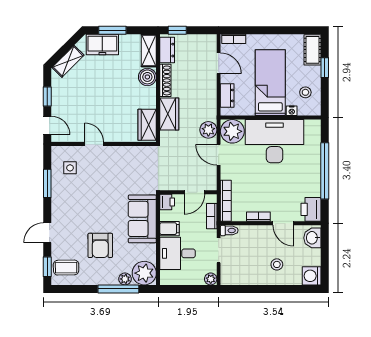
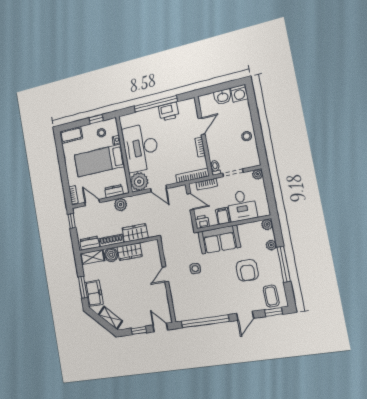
window: (177, 30) -> (72, 221), moved
door: (219, 63) -> (92, 203), hinge flipped
window: (325, 68) -> (96, 119), moved
door: (47, 125) -> (160, 328), hinge flipped
wardrobe: (147, 125) -> (130, 252), moved
plant: (208, 130) -> (121, 205), moved
door: (94, 144) -> (165, 274), moved
door: (219, 155) -> (158, 189), hinge flipped
side table: (70, 168) -> (195, 269), moved
window: (47, 183) -> (205, 321), width x2.11
printer: (311, 209) -> (169, 112), moved
door: (47, 233) -> (245, 316), hinge flipped
washbasin: (312, 238) -> (223, 97), moved
armchair: (100, 245) -> (247, 270), turned 90
stool: (277, 264) -> (247, 136), moved
plant: (144, 273) -> (267, 224), width x0.53, depth x0.53
window: (118, 289) -> (284, 264), moved

